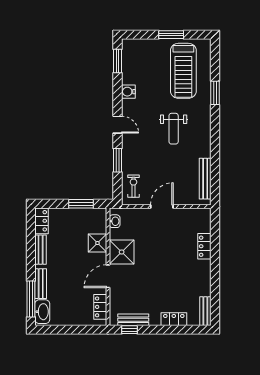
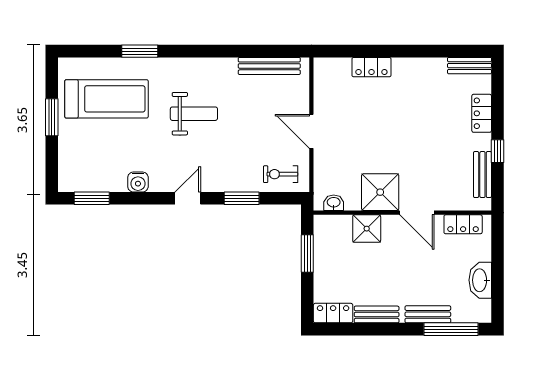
washbasin: (42, 312) -> (480, 280), moved, turned -90
window: (129, 330) -> (497, 151), moved

